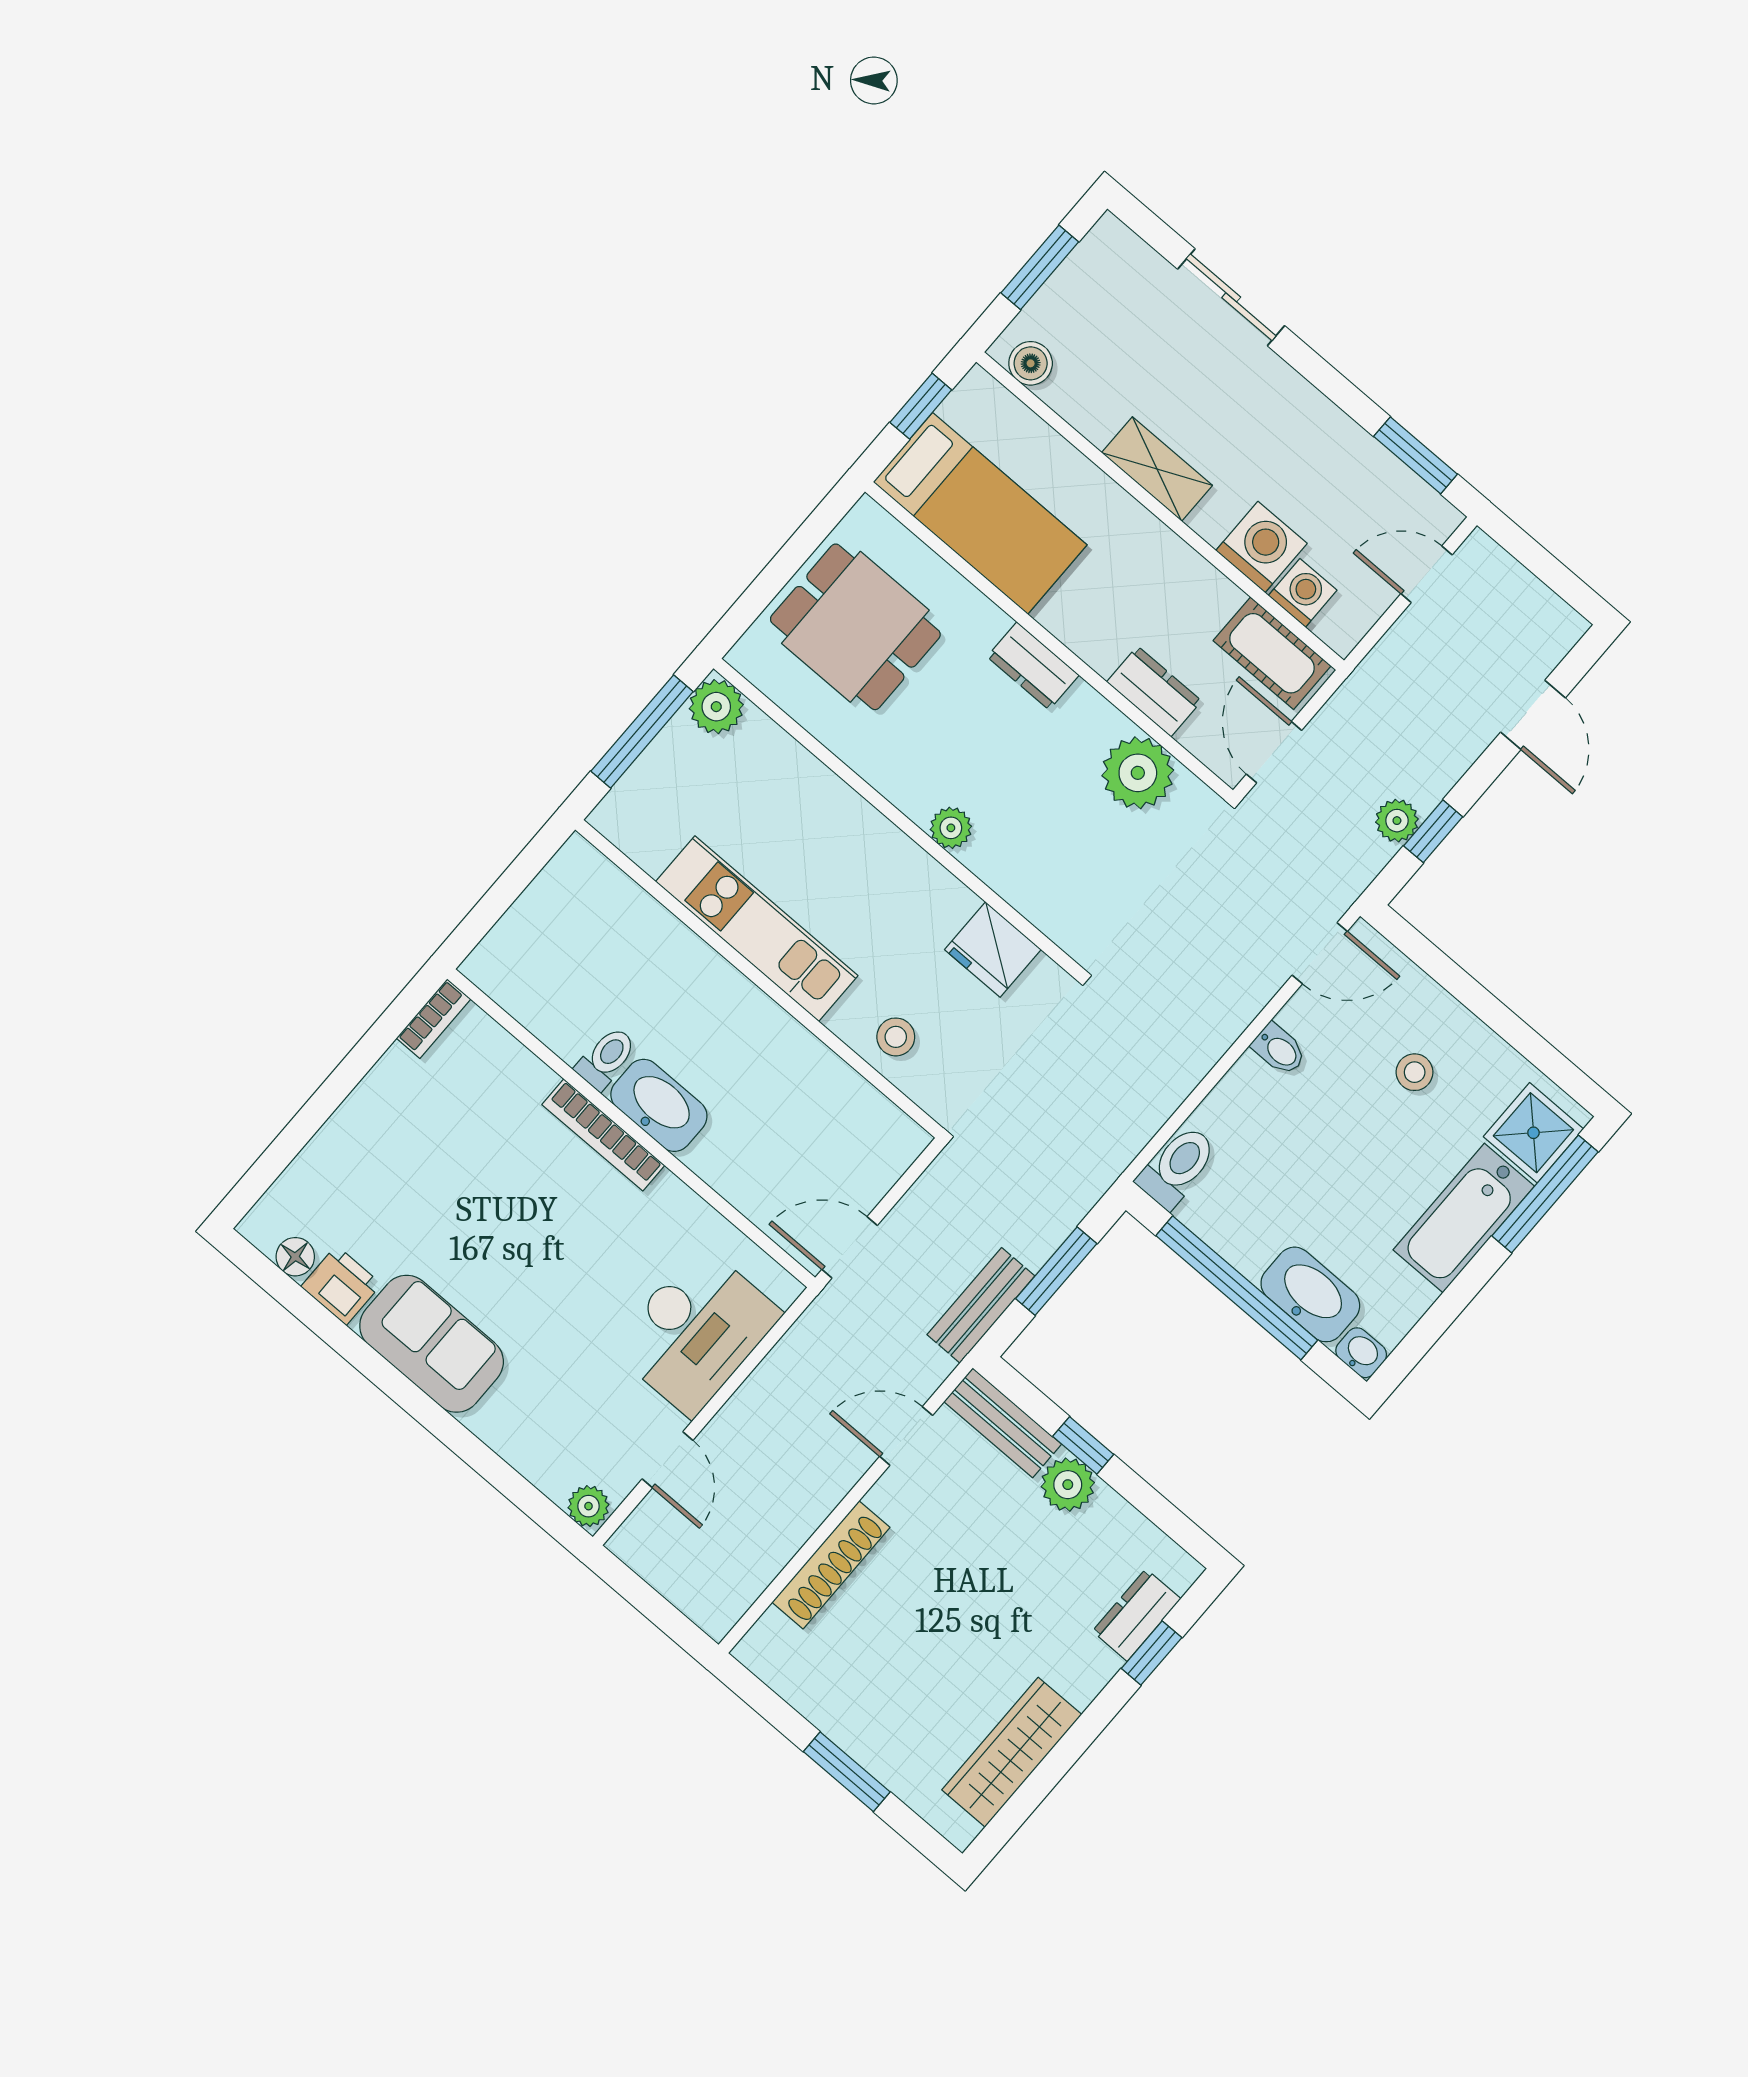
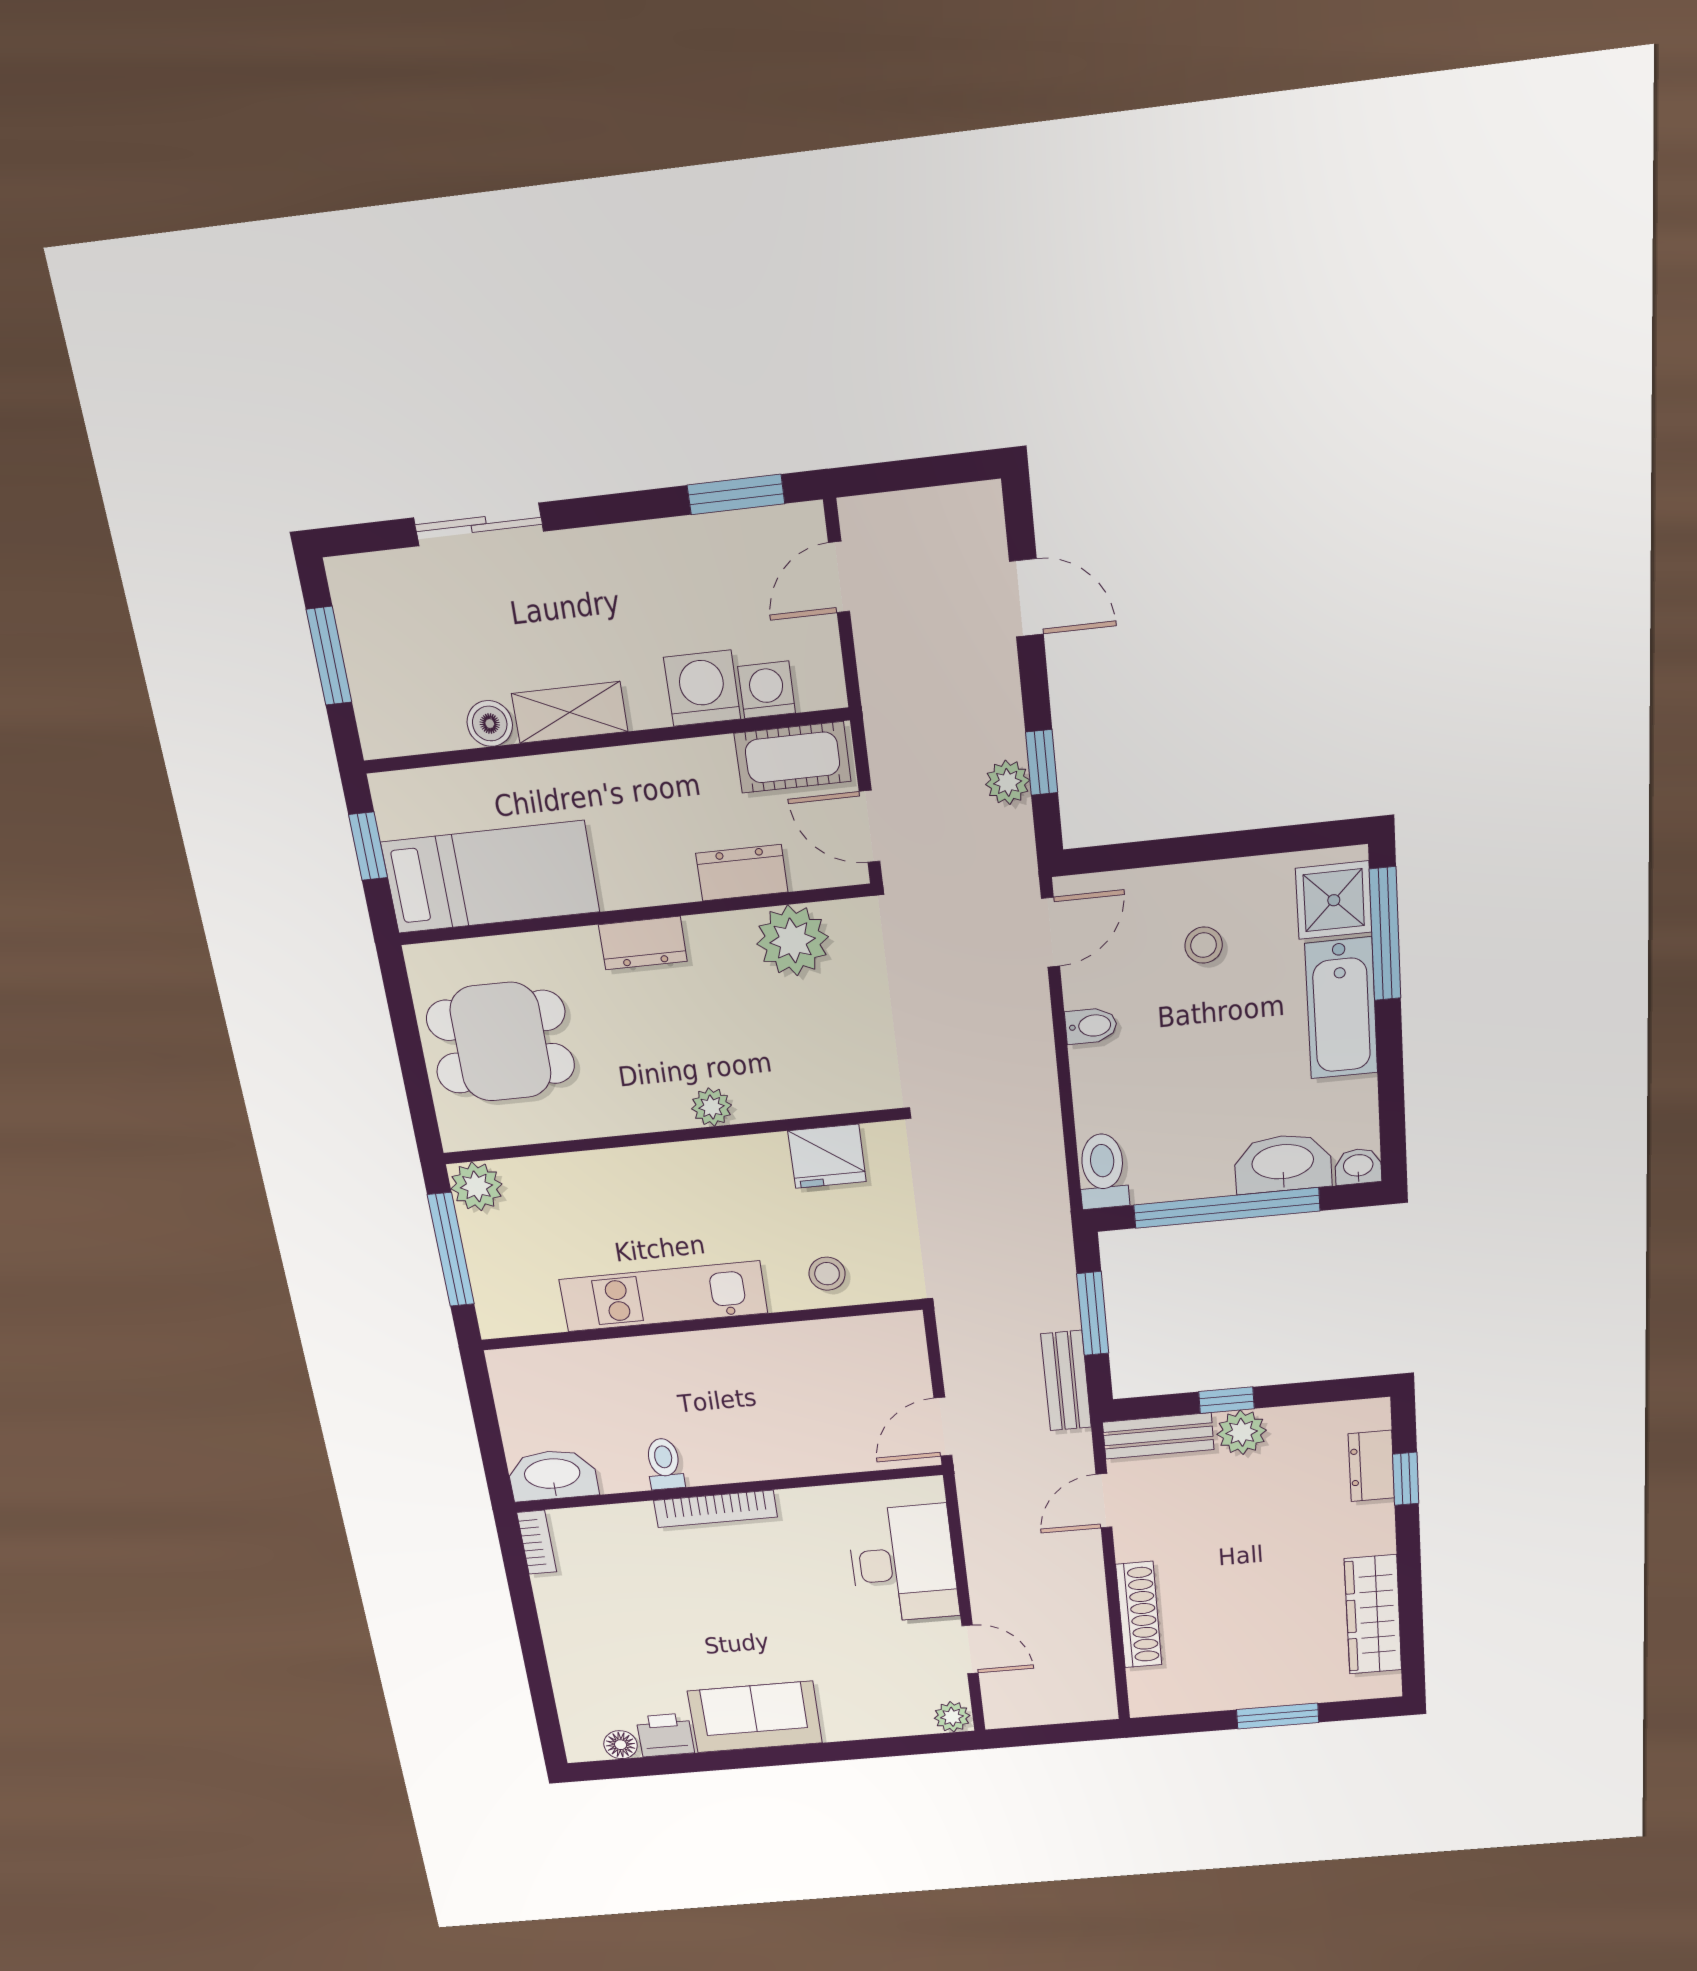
boiler: (1031, 363) -> (490, 724), moved
washbasin: (659, 1105) -> (552, 1475), moved

